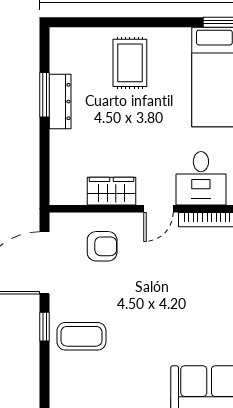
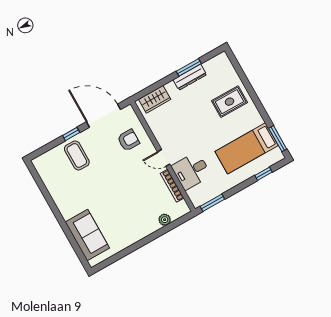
wardrobe: (112, 191) -> (155, 99), moved, turned 90
armchair: (102, 246) -> (128, 140), turned -90

